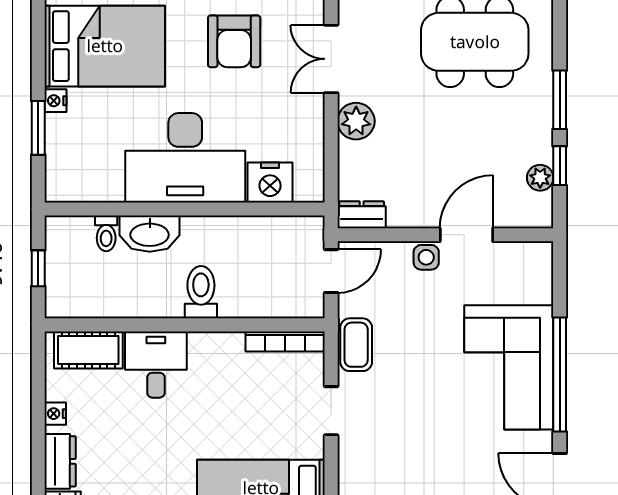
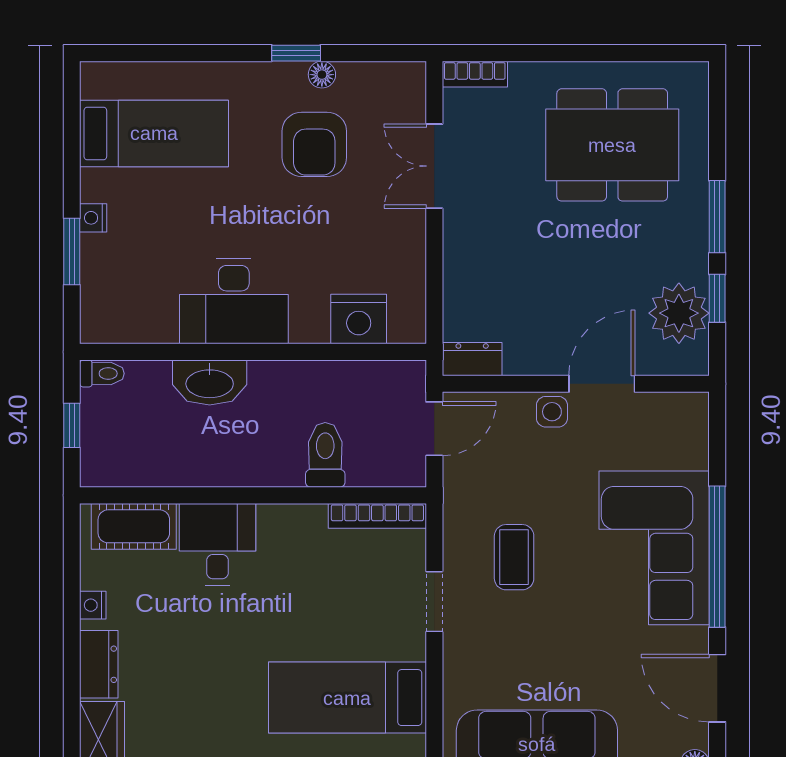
bed: (105, 46) -> (154, 133), width x0.67
plant: (356, 121) -> (465, 243), removed
desk: (185, 158) -> (234, 301), width x0.73, depth x0.77
plant: (540, 178) -> (679, 313), width x1.88, depth x1.88
toilet: (106, 233) -> (102, 374), moved, turned -90
toilet: (201, 292) -> (325, 455), moved
coffee table: (356, 345) -> (514, 557), moved

